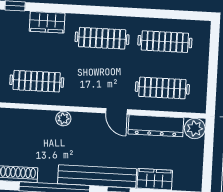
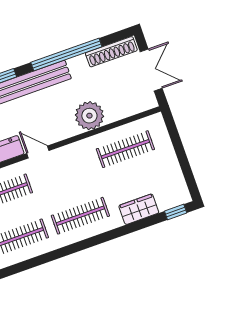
plant: (63, 119) -> (89, 116), width x1.87, depth x1.87

